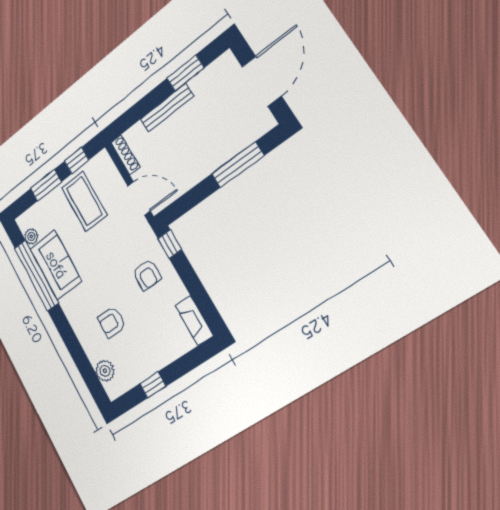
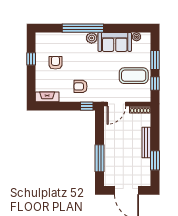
window: (36, 275) -> (83, 28), moved
armchair: (112, 322) -> (55, 63), moved
plant: (105, 371) -> (92, 38), moved

